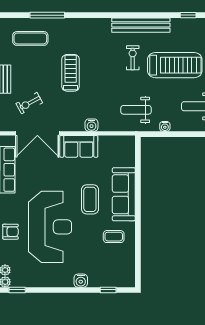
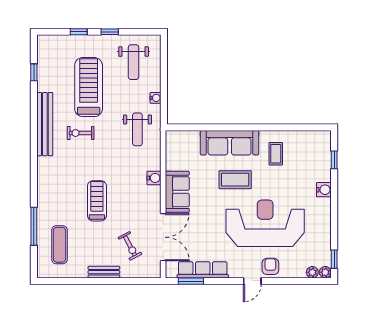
treadmill: (71, 73) -> (97, 201), turned 90

